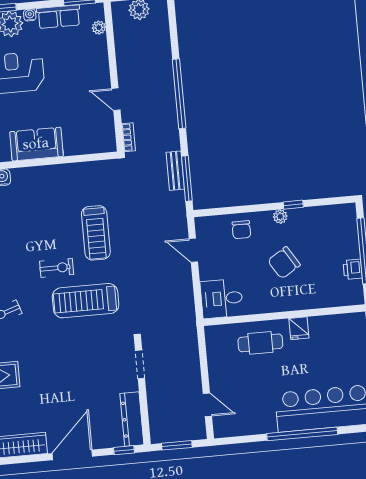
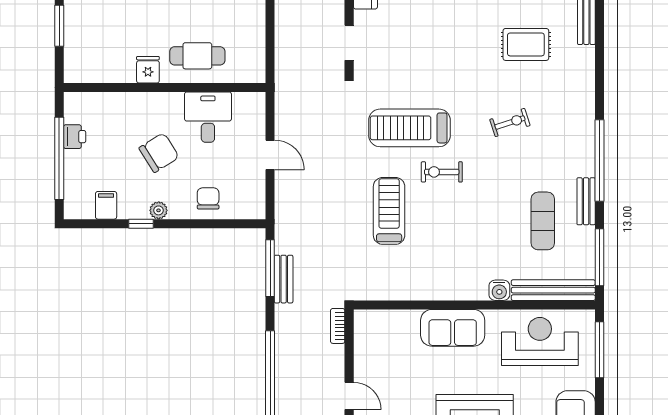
door: (116, 99) -> (349, 396), moved
filing cabinet: (322, 217) -> (106, 205), added
door: (193, 250) -> (270, 155), moved
desk: (222, 299) -> (208, 117), moved, turned -90
treadmill: (86, 301) -> (410, 128), turned 180

